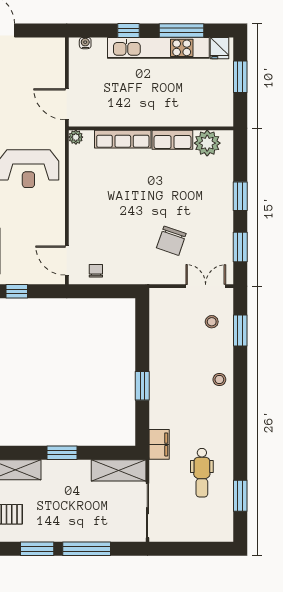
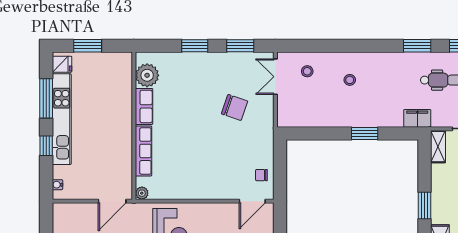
window: (240, 330) -> (417, 46), moved
stool: (219, 380) -> (350, 80), moved
shelving: (119, 470) -> (438, 147), width x0.67, depth x0.75

